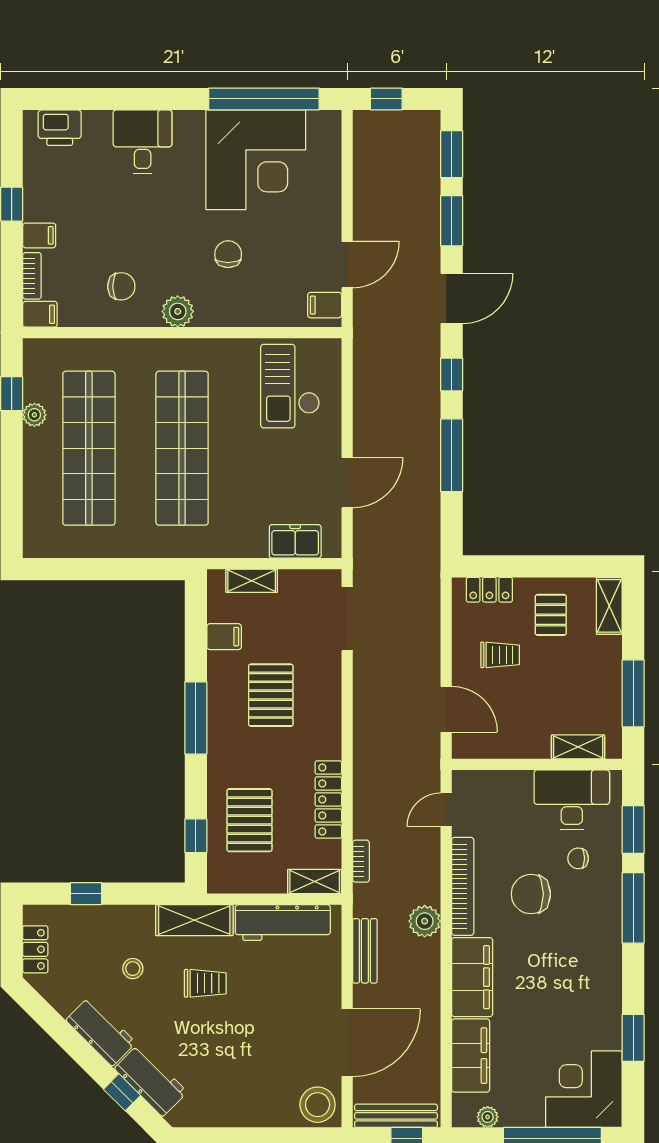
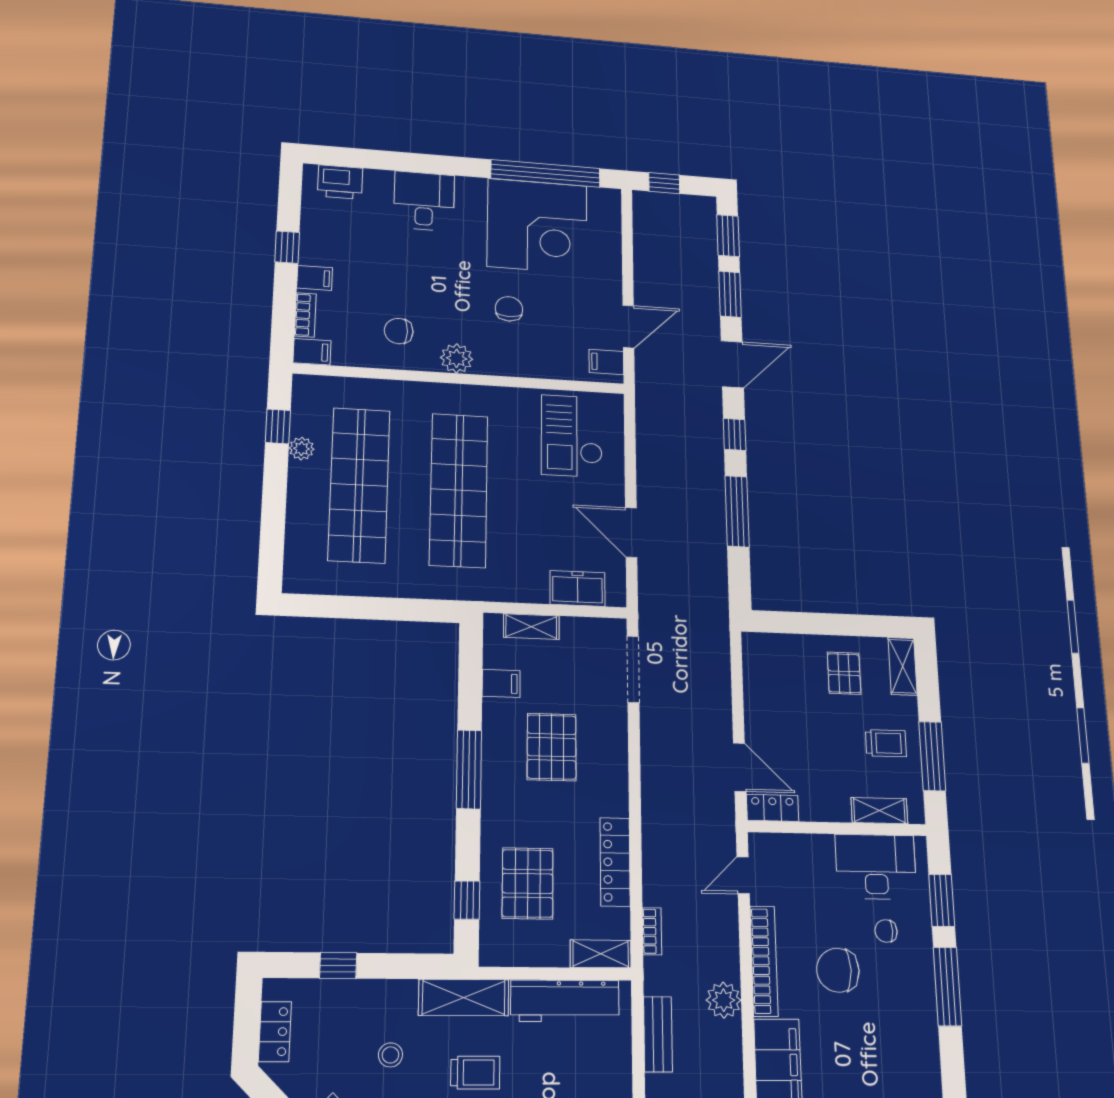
chair: (121, 286) -> (399, 331), turned 180
door: (347, 483) -> (631, 533), swing flipped
locker: (489, 590) -> (773, 808), moved, turned 180
trolley: (500, 655) -> (886, 743), moved

